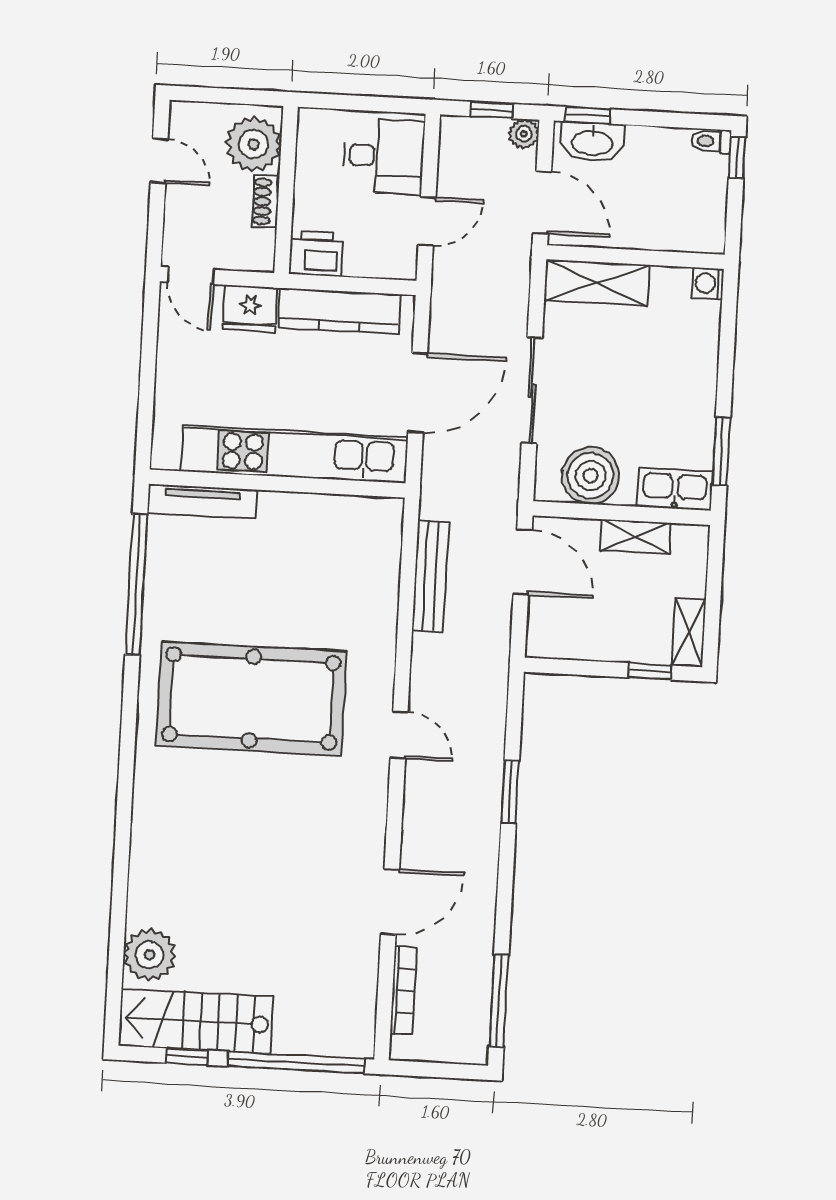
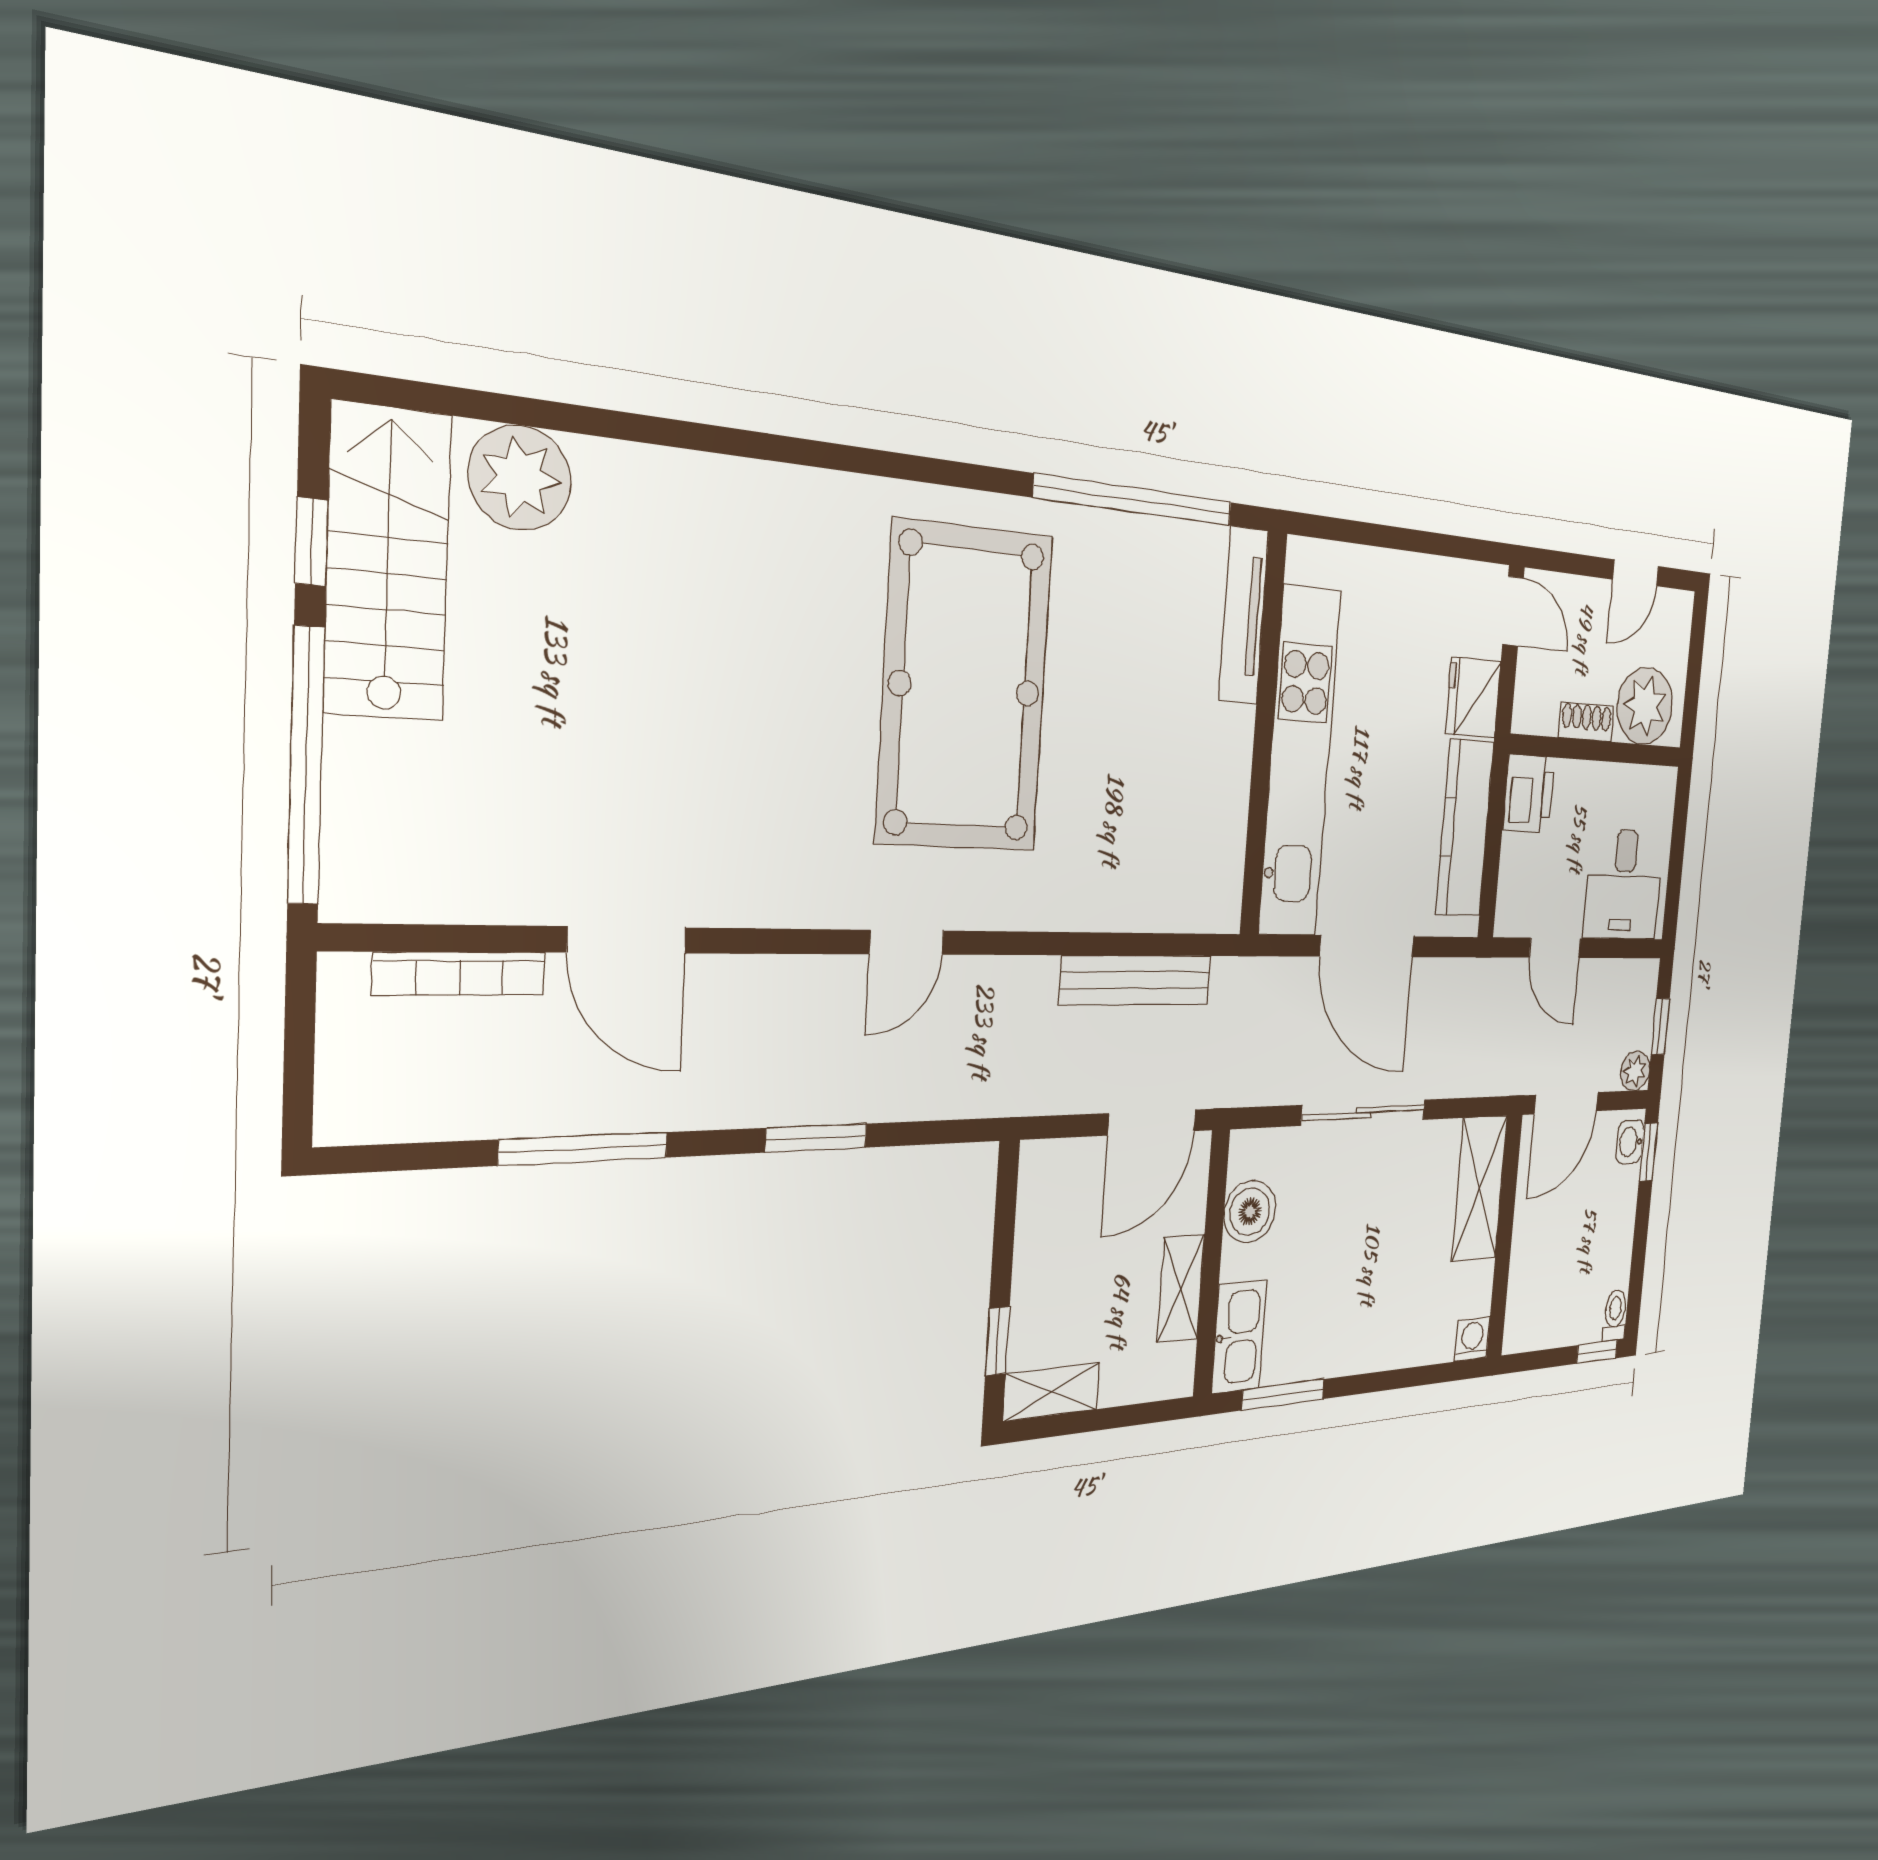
washbasin: (592, 142) -> (1630, 1142), width x0.52, depth x0.69
door: (191, 276) -> (1513, 611), swing flipped
boiler: (591, 476) -> (1250, 1212), width x0.73, depth x0.73
window: (499, 1001) -> (584, 1149), moved

